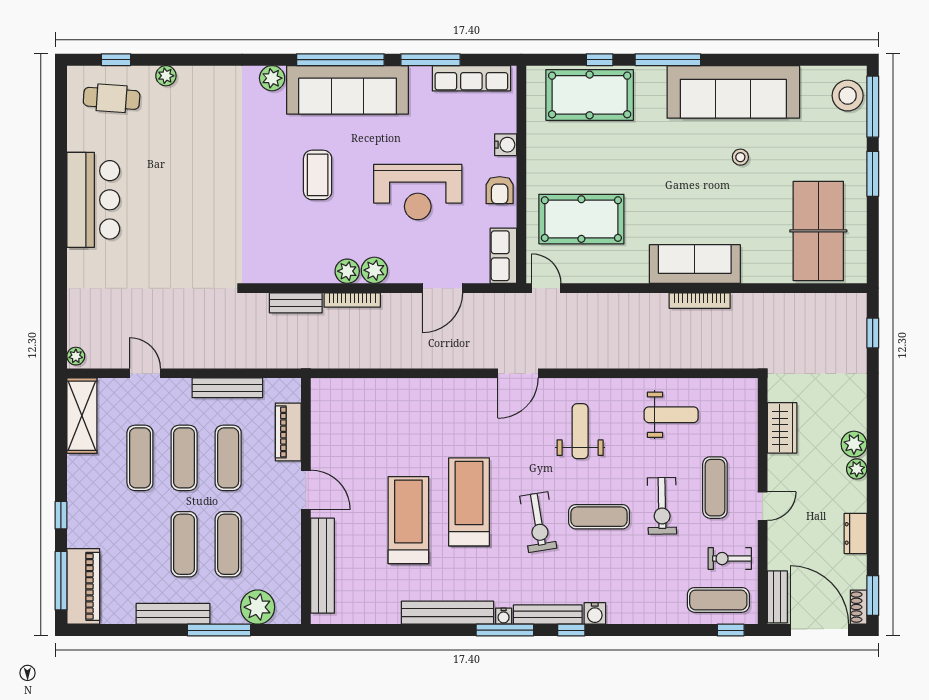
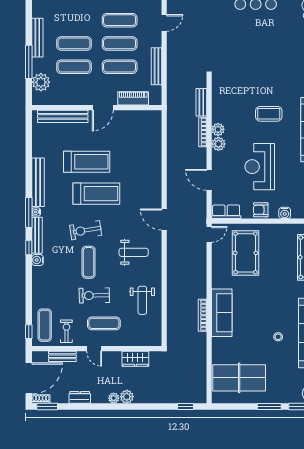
bench: (777, 597) -> (62, 356), moved

